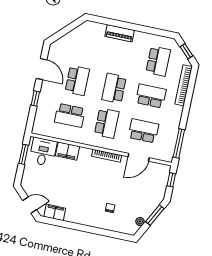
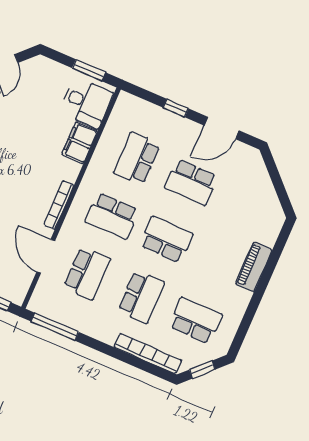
school desk: (158, 61) -> (196, 320), turned 180

